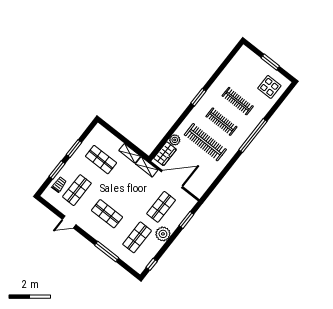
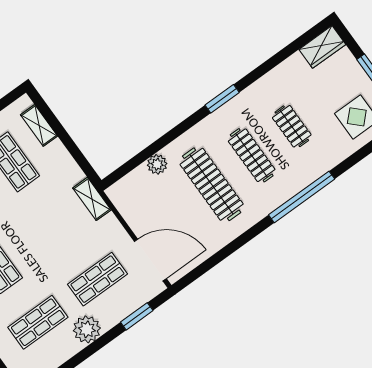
clothes rail: (238, 101) -> (292, 126), width x0.73
shelving: (130, 153) -> (39, 125), moved
wardrobe: (165, 154) -> (322, 47), moved
door: (172, 179) -> (150, 260), moved

